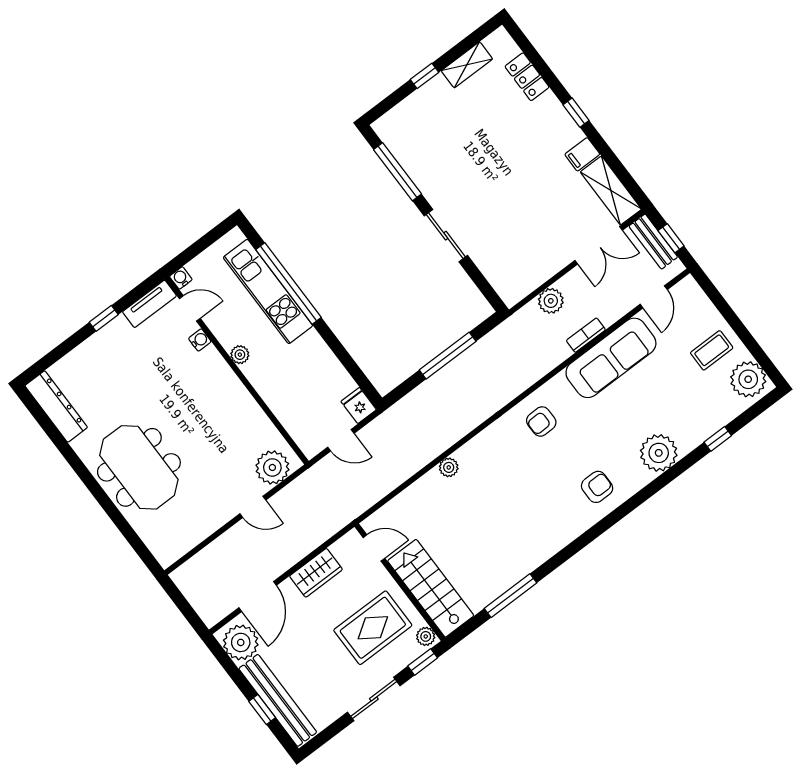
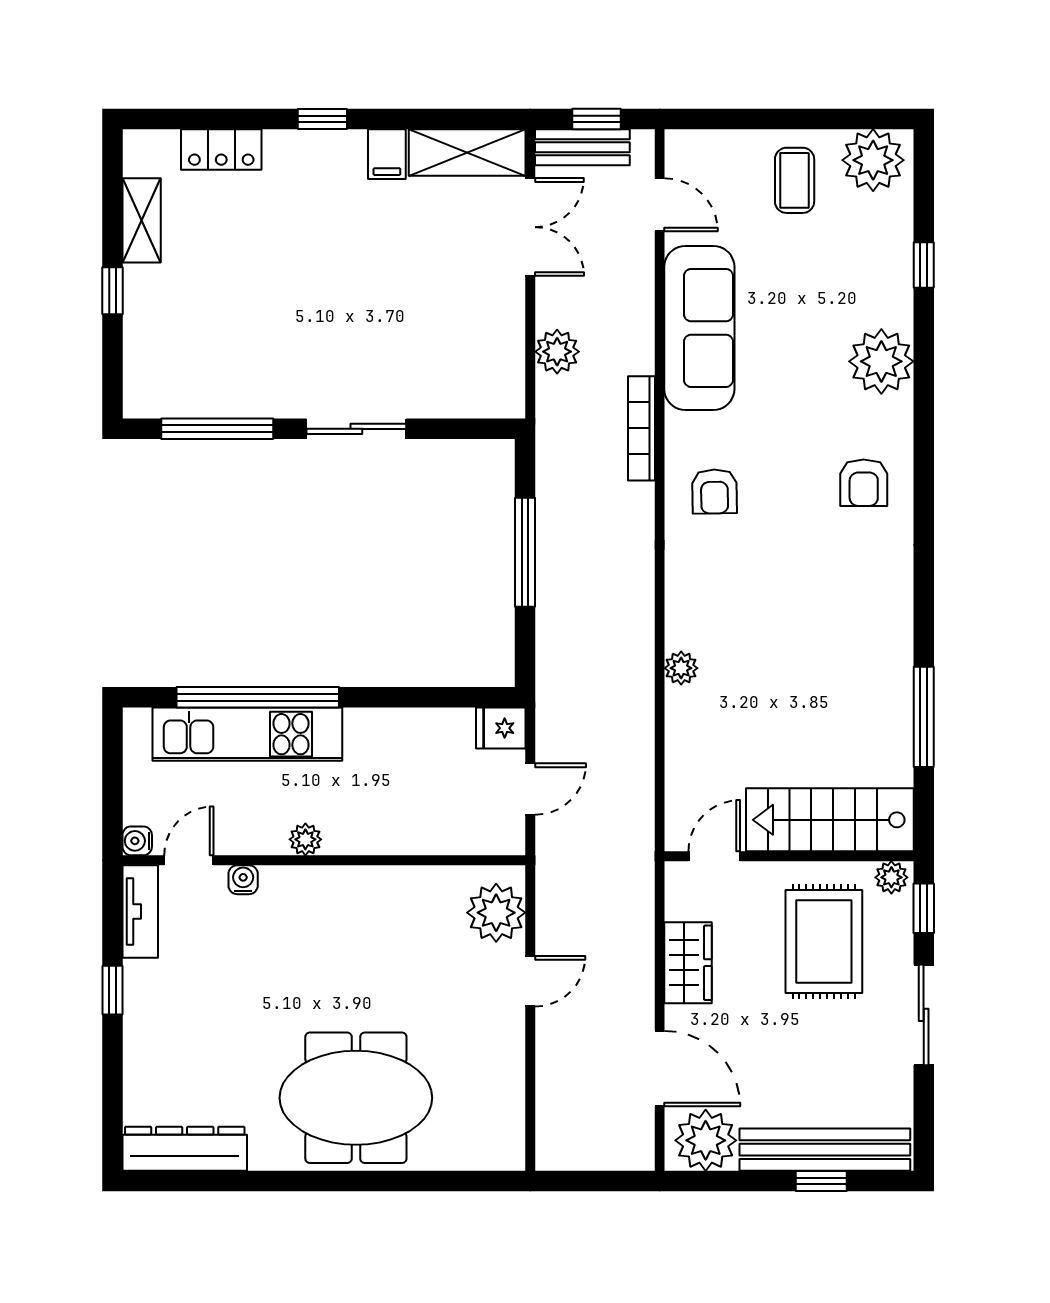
bookcase: (586, 335) -> (641, 428), moved, width x1.56
armchair: (597, 487) -> (864, 483), turned 180

